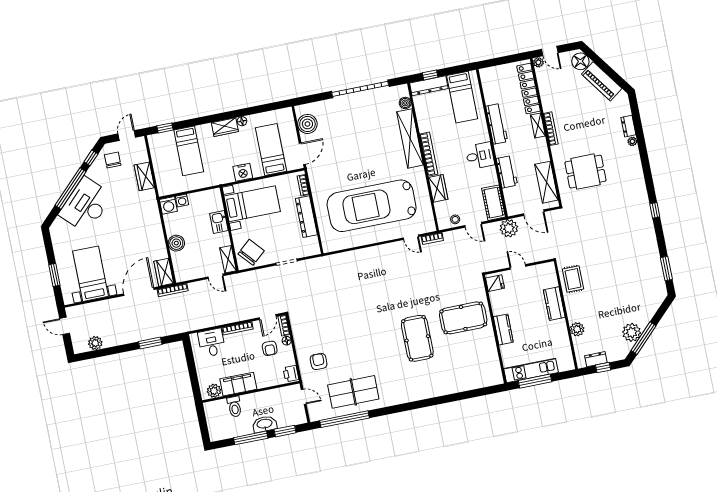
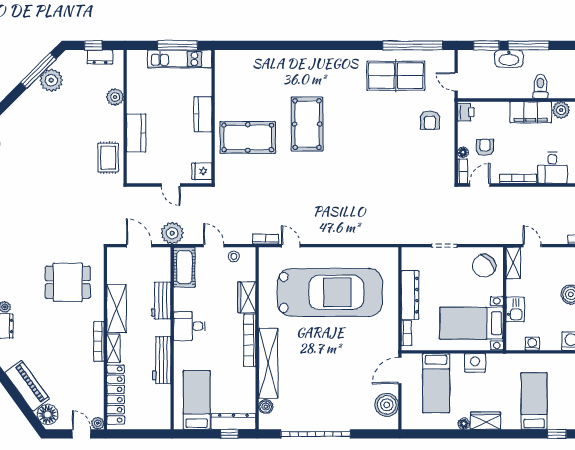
shelving: (546, 182) -> (117, 309), moved
washing machine: (182, 200) -> (532, 344), moved

